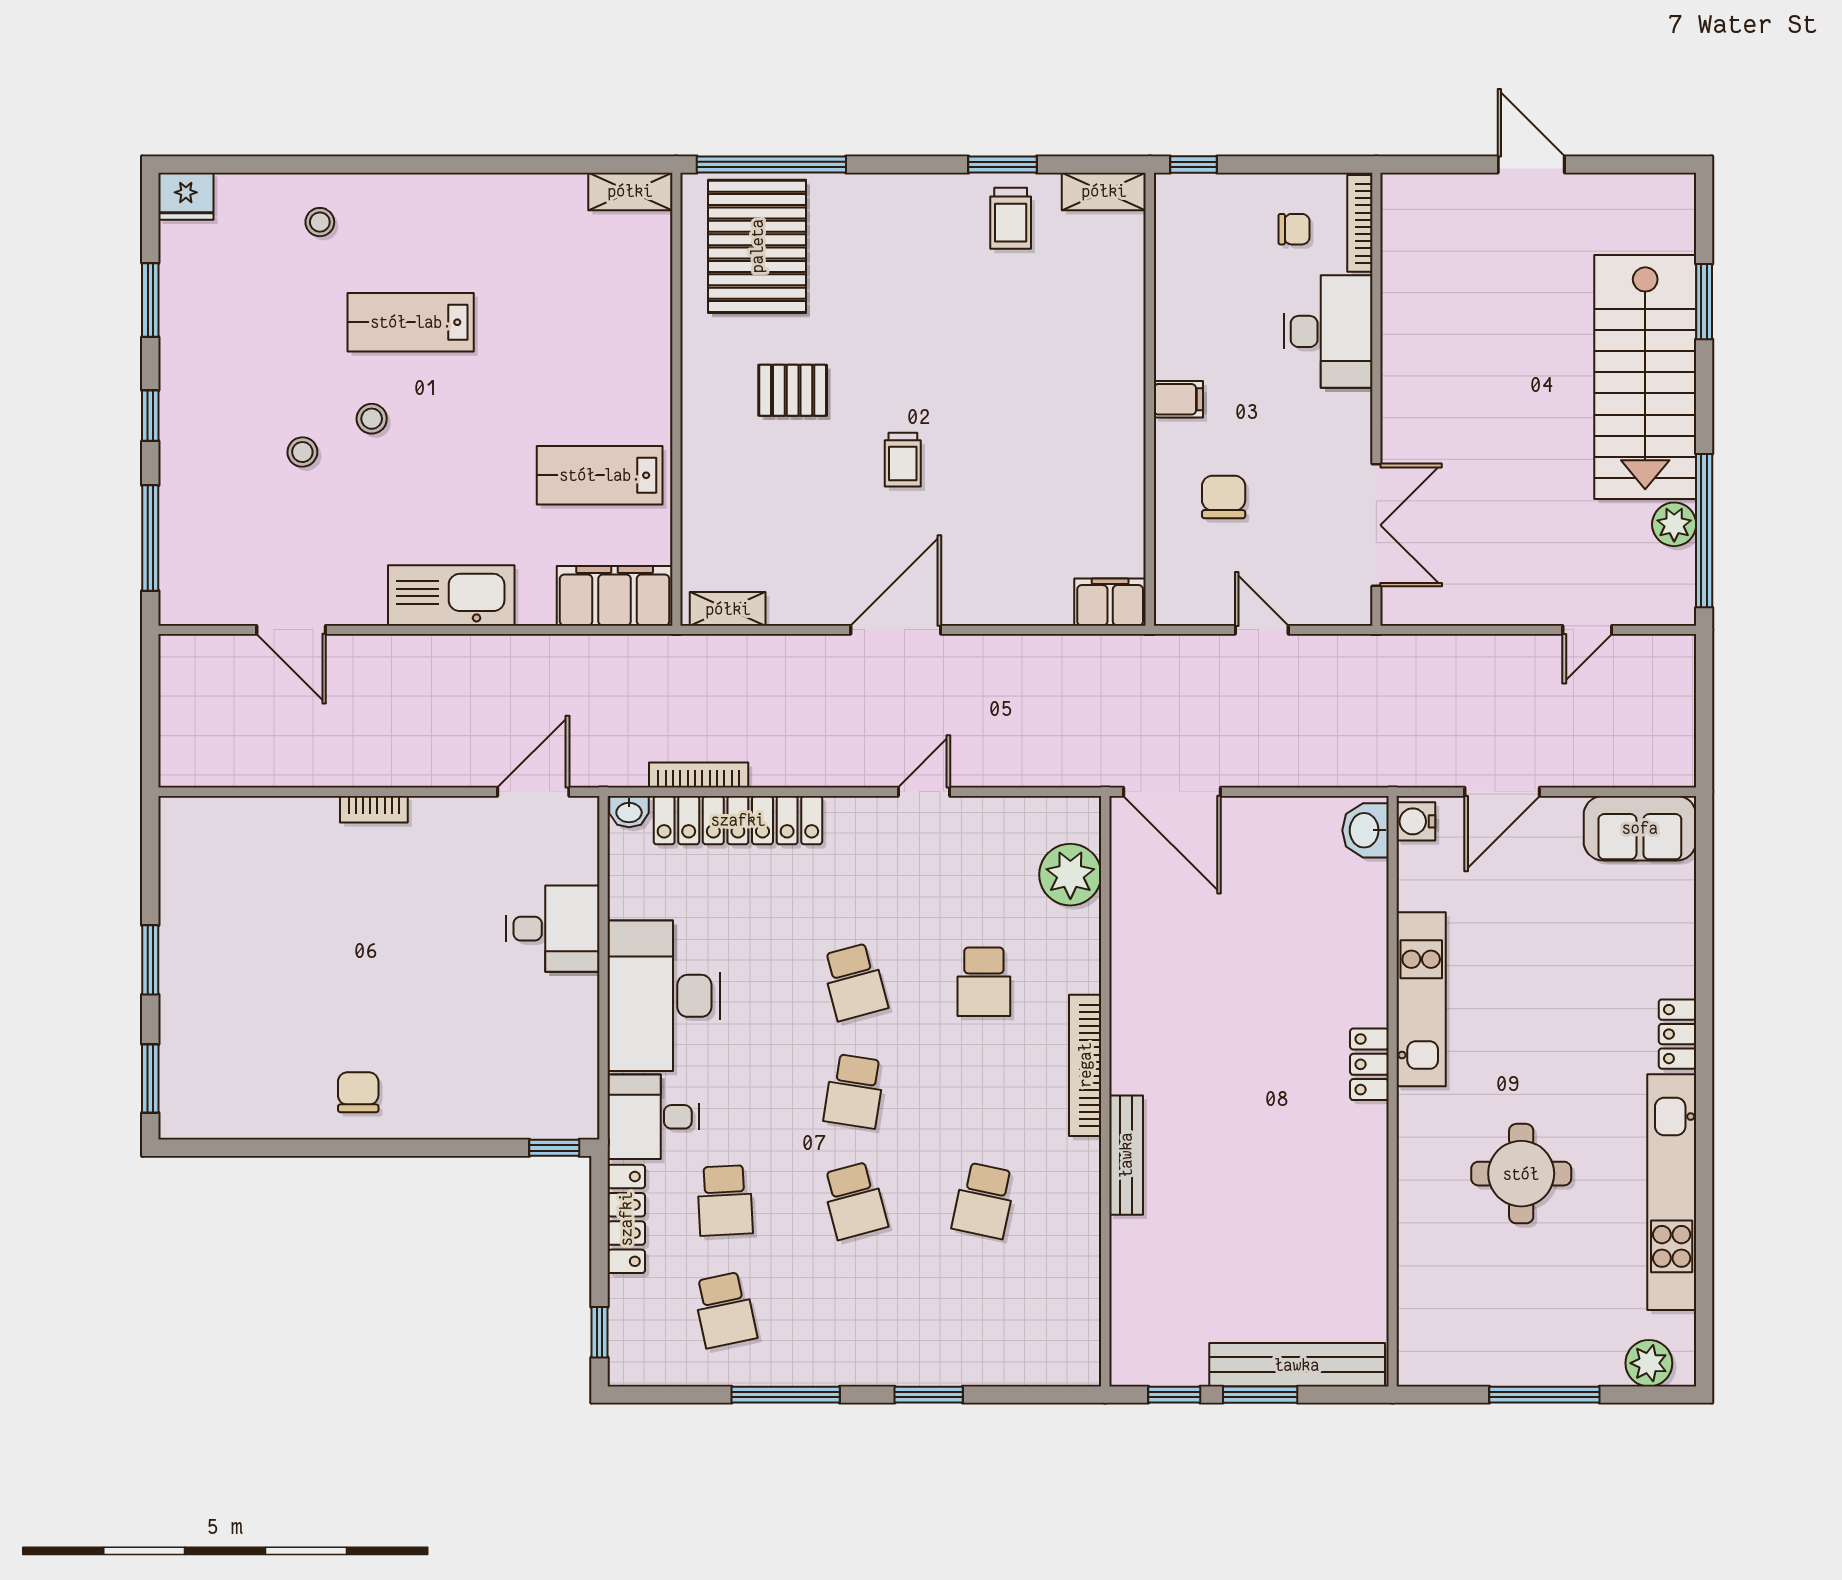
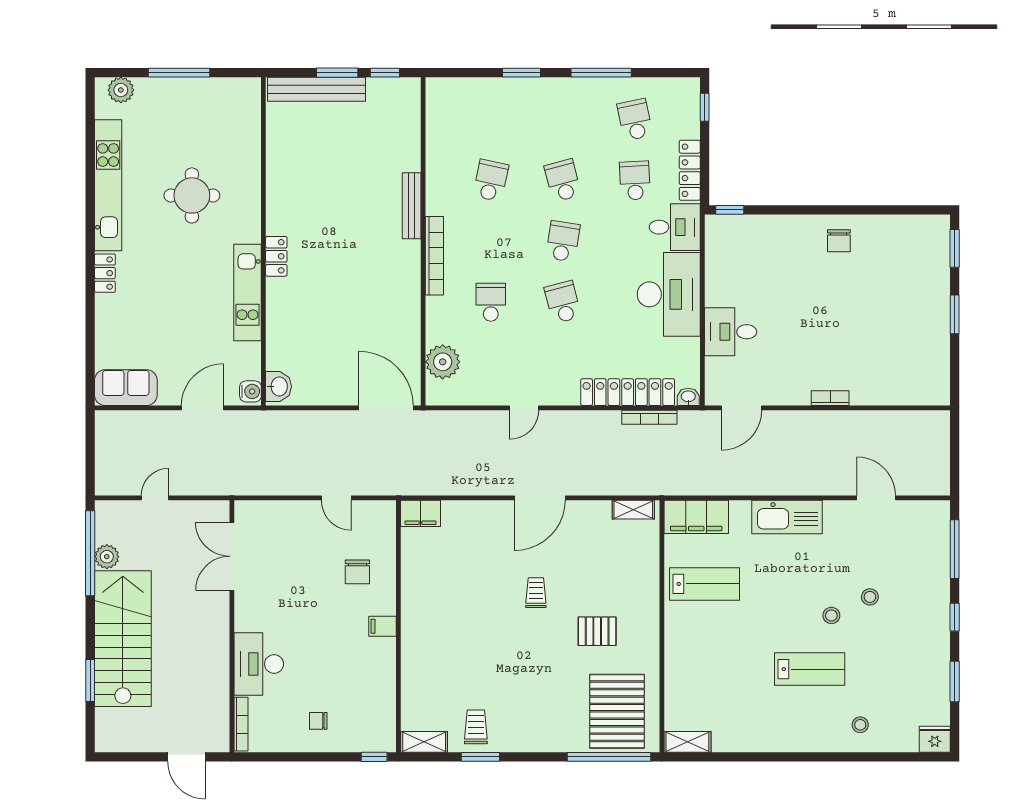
bookcase: (1360, 223) -> (241, 724), moved
desk: (1328, 331) -> (259, 664), moved
wall: (1376, 399) -> (232, 626), moved
double door: (1376, 525) -> (232, 556), moved

